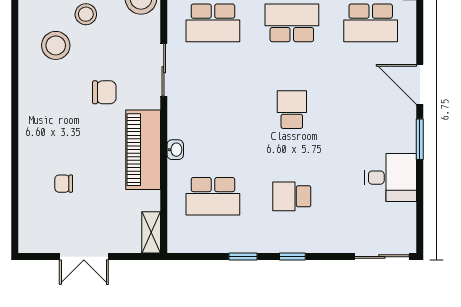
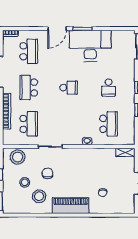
chair: (104, 92) -> (47, 173), moved
school desk: (292, 110) -> (69, 88), turned 180
piano: (143, 150) -> (71, 206), moved, turned 180
desk: (390, 178) -> (90, 46), width x1.87, depth x1.30

